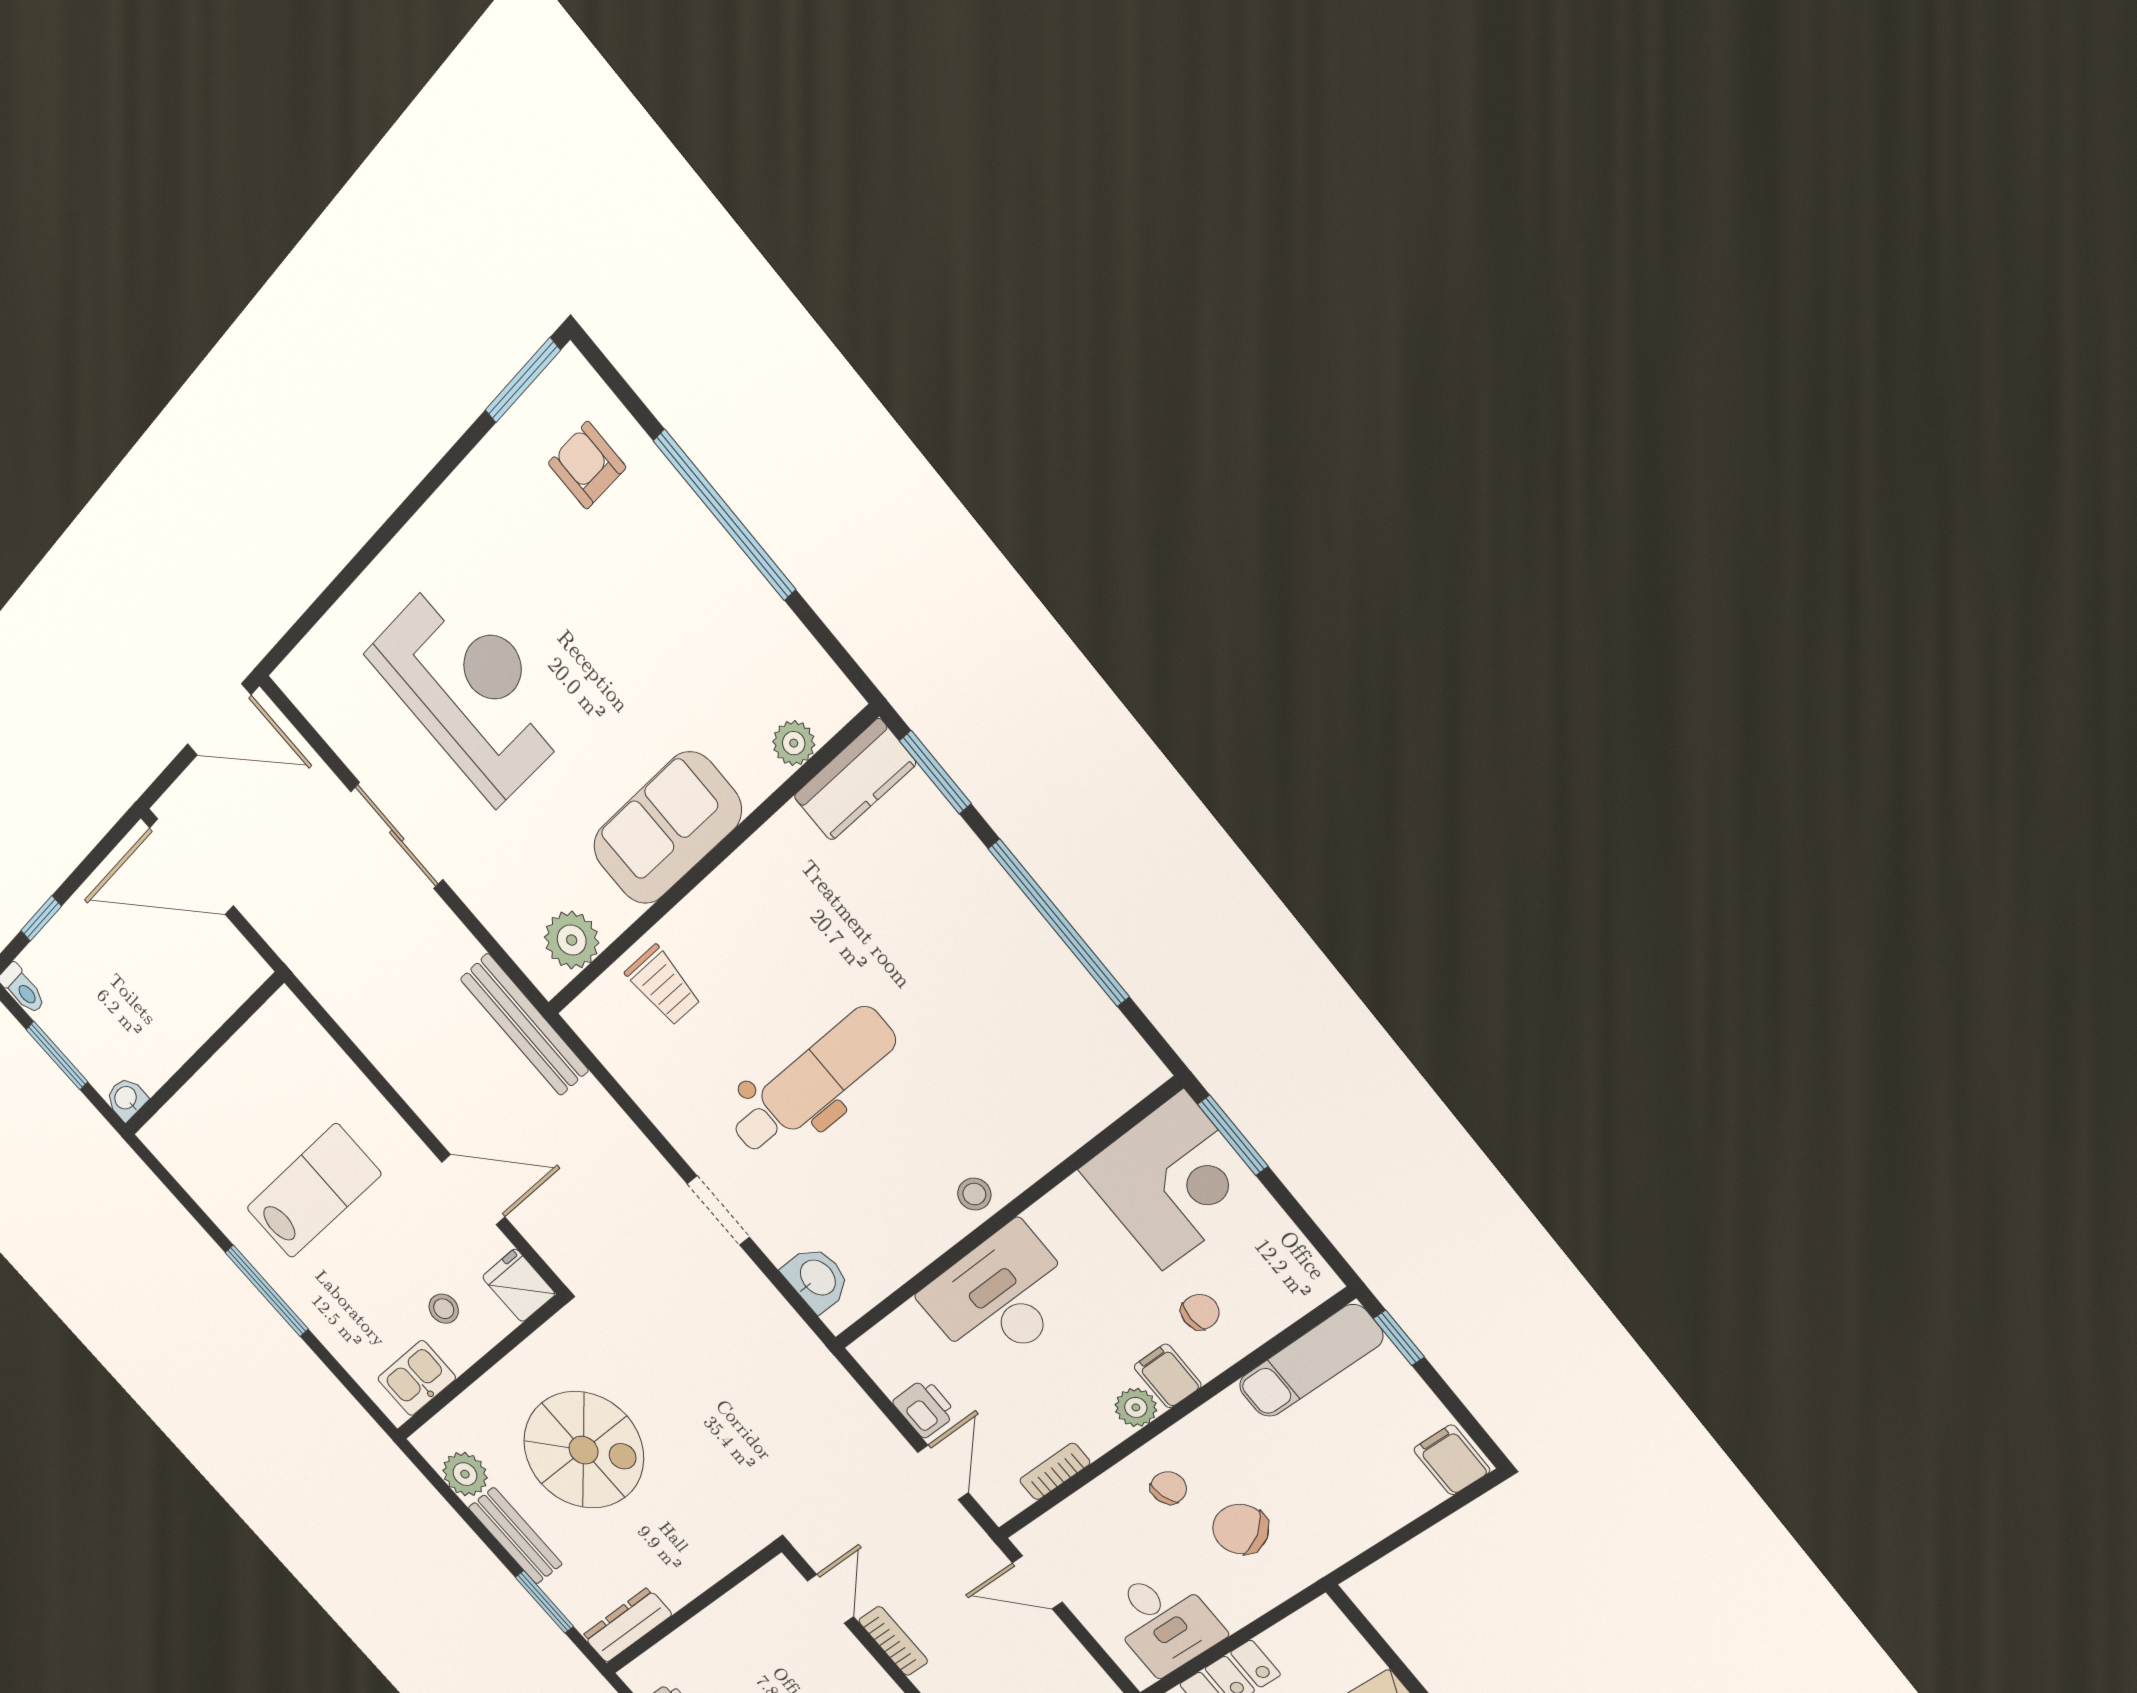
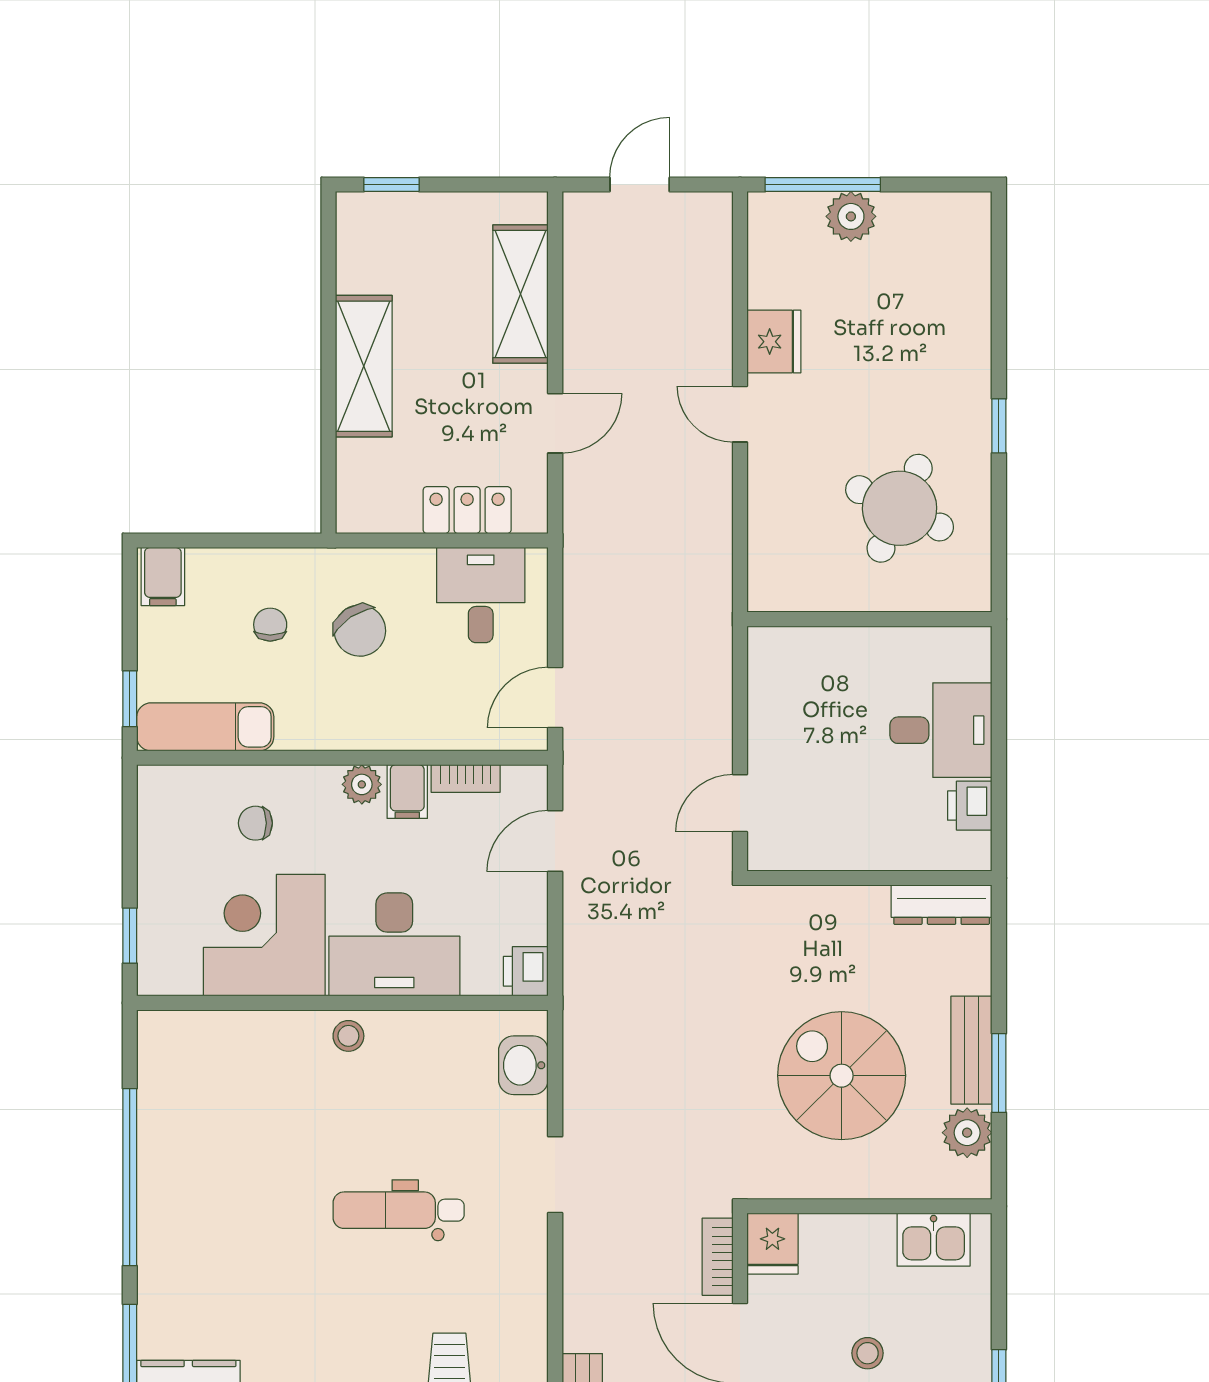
dental chair: (812, 1082) -> (399, 1210), width x0.73, depth x0.72
window: (1233, 1135) -> (130, 936), width x0.67
corner desk: (1173, 1181) -> (264, 935), moved
stool: (444, 1309) -> (868, 1353), moved
filing cabinet: (1168, 1376) -> (407, 792), moved
printer: (925, 1408) -> (526, 971), moved
chair: (1169, 1488) -> (270, 625), moved, turned 107
door: (1037, 1582) -> (555, 698), swing flipped
window: (544, 1602) -> (999, 1073), moved
bookcase: (893, 1641) -> (718, 1257), moved

